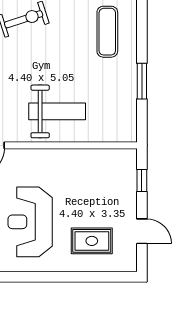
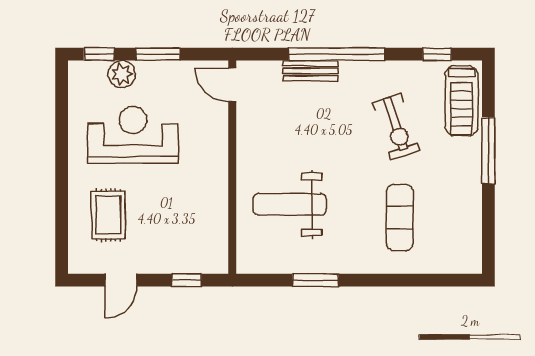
exercise mat: (107, 32) -> (400, 218), moved, turned 90
weight bench: (57, 111) -> (290, 204), moved, turned 90

